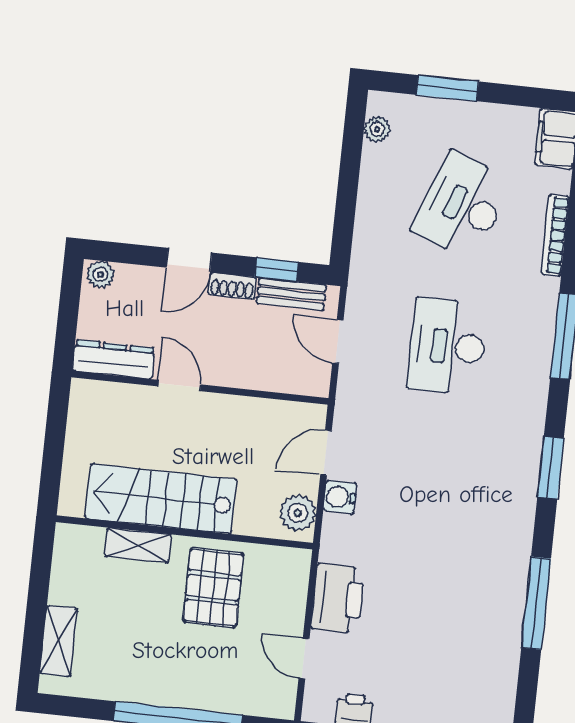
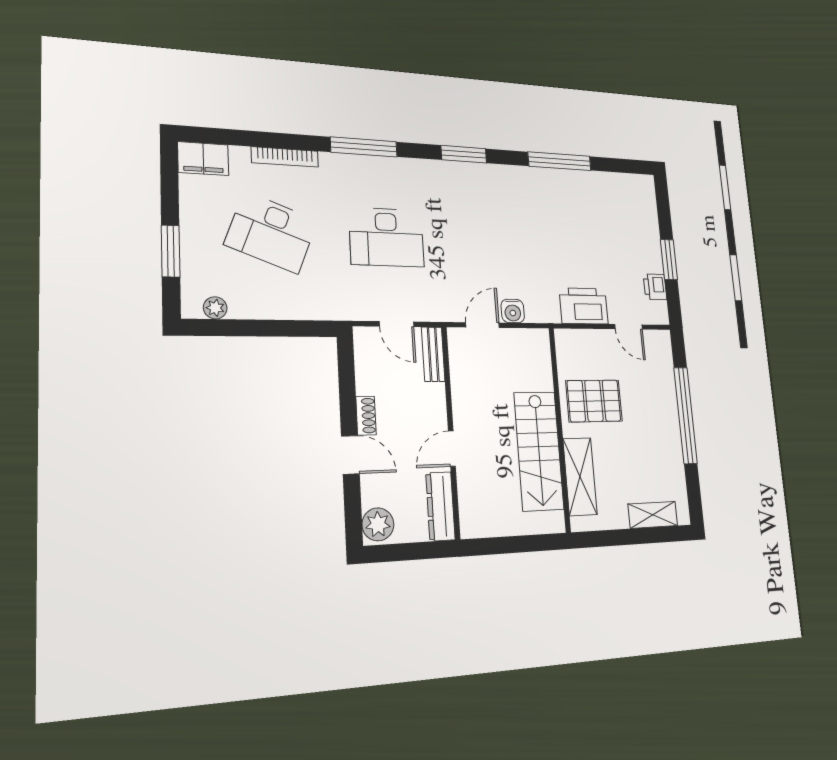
window: (277, 269) -> (347, 380), removed
plant: (100, 274) -> (378, 524), width x1.38, depth x1.38
bench: (291, 294) -> (433, 354), moved
door: (338, 341) -> (397, 324), hinge flipped
door: (326, 453) -> (483, 325), swing flipped
plant: (298, 513) -> (530, 342), removed
shelving: (138, 545) -> (580, 477), width x1.50, depth x1.33
door: (304, 659) -> (629, 327), hinge flipped

